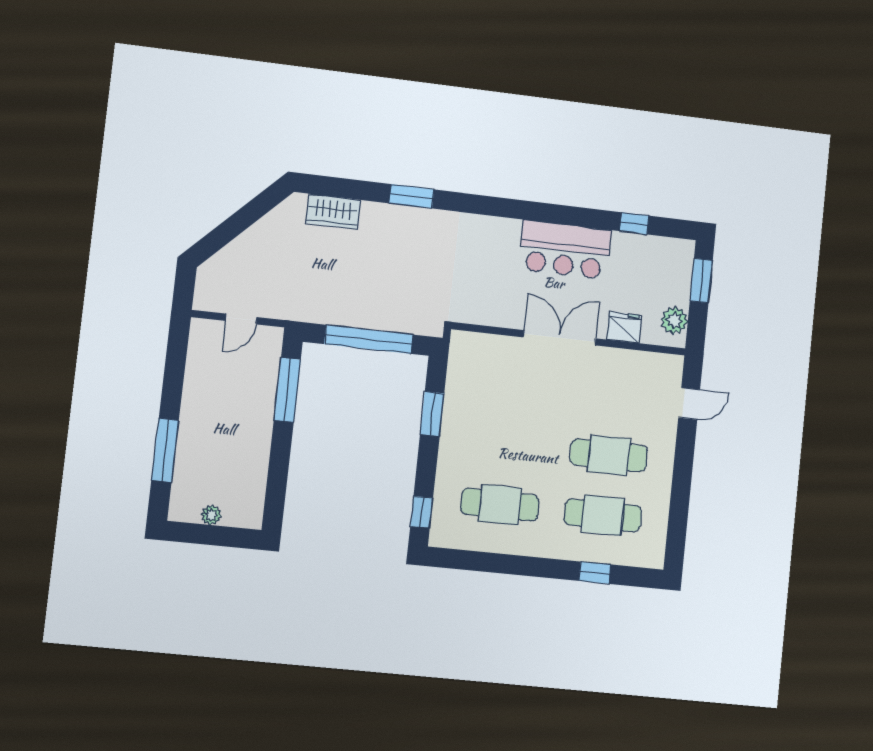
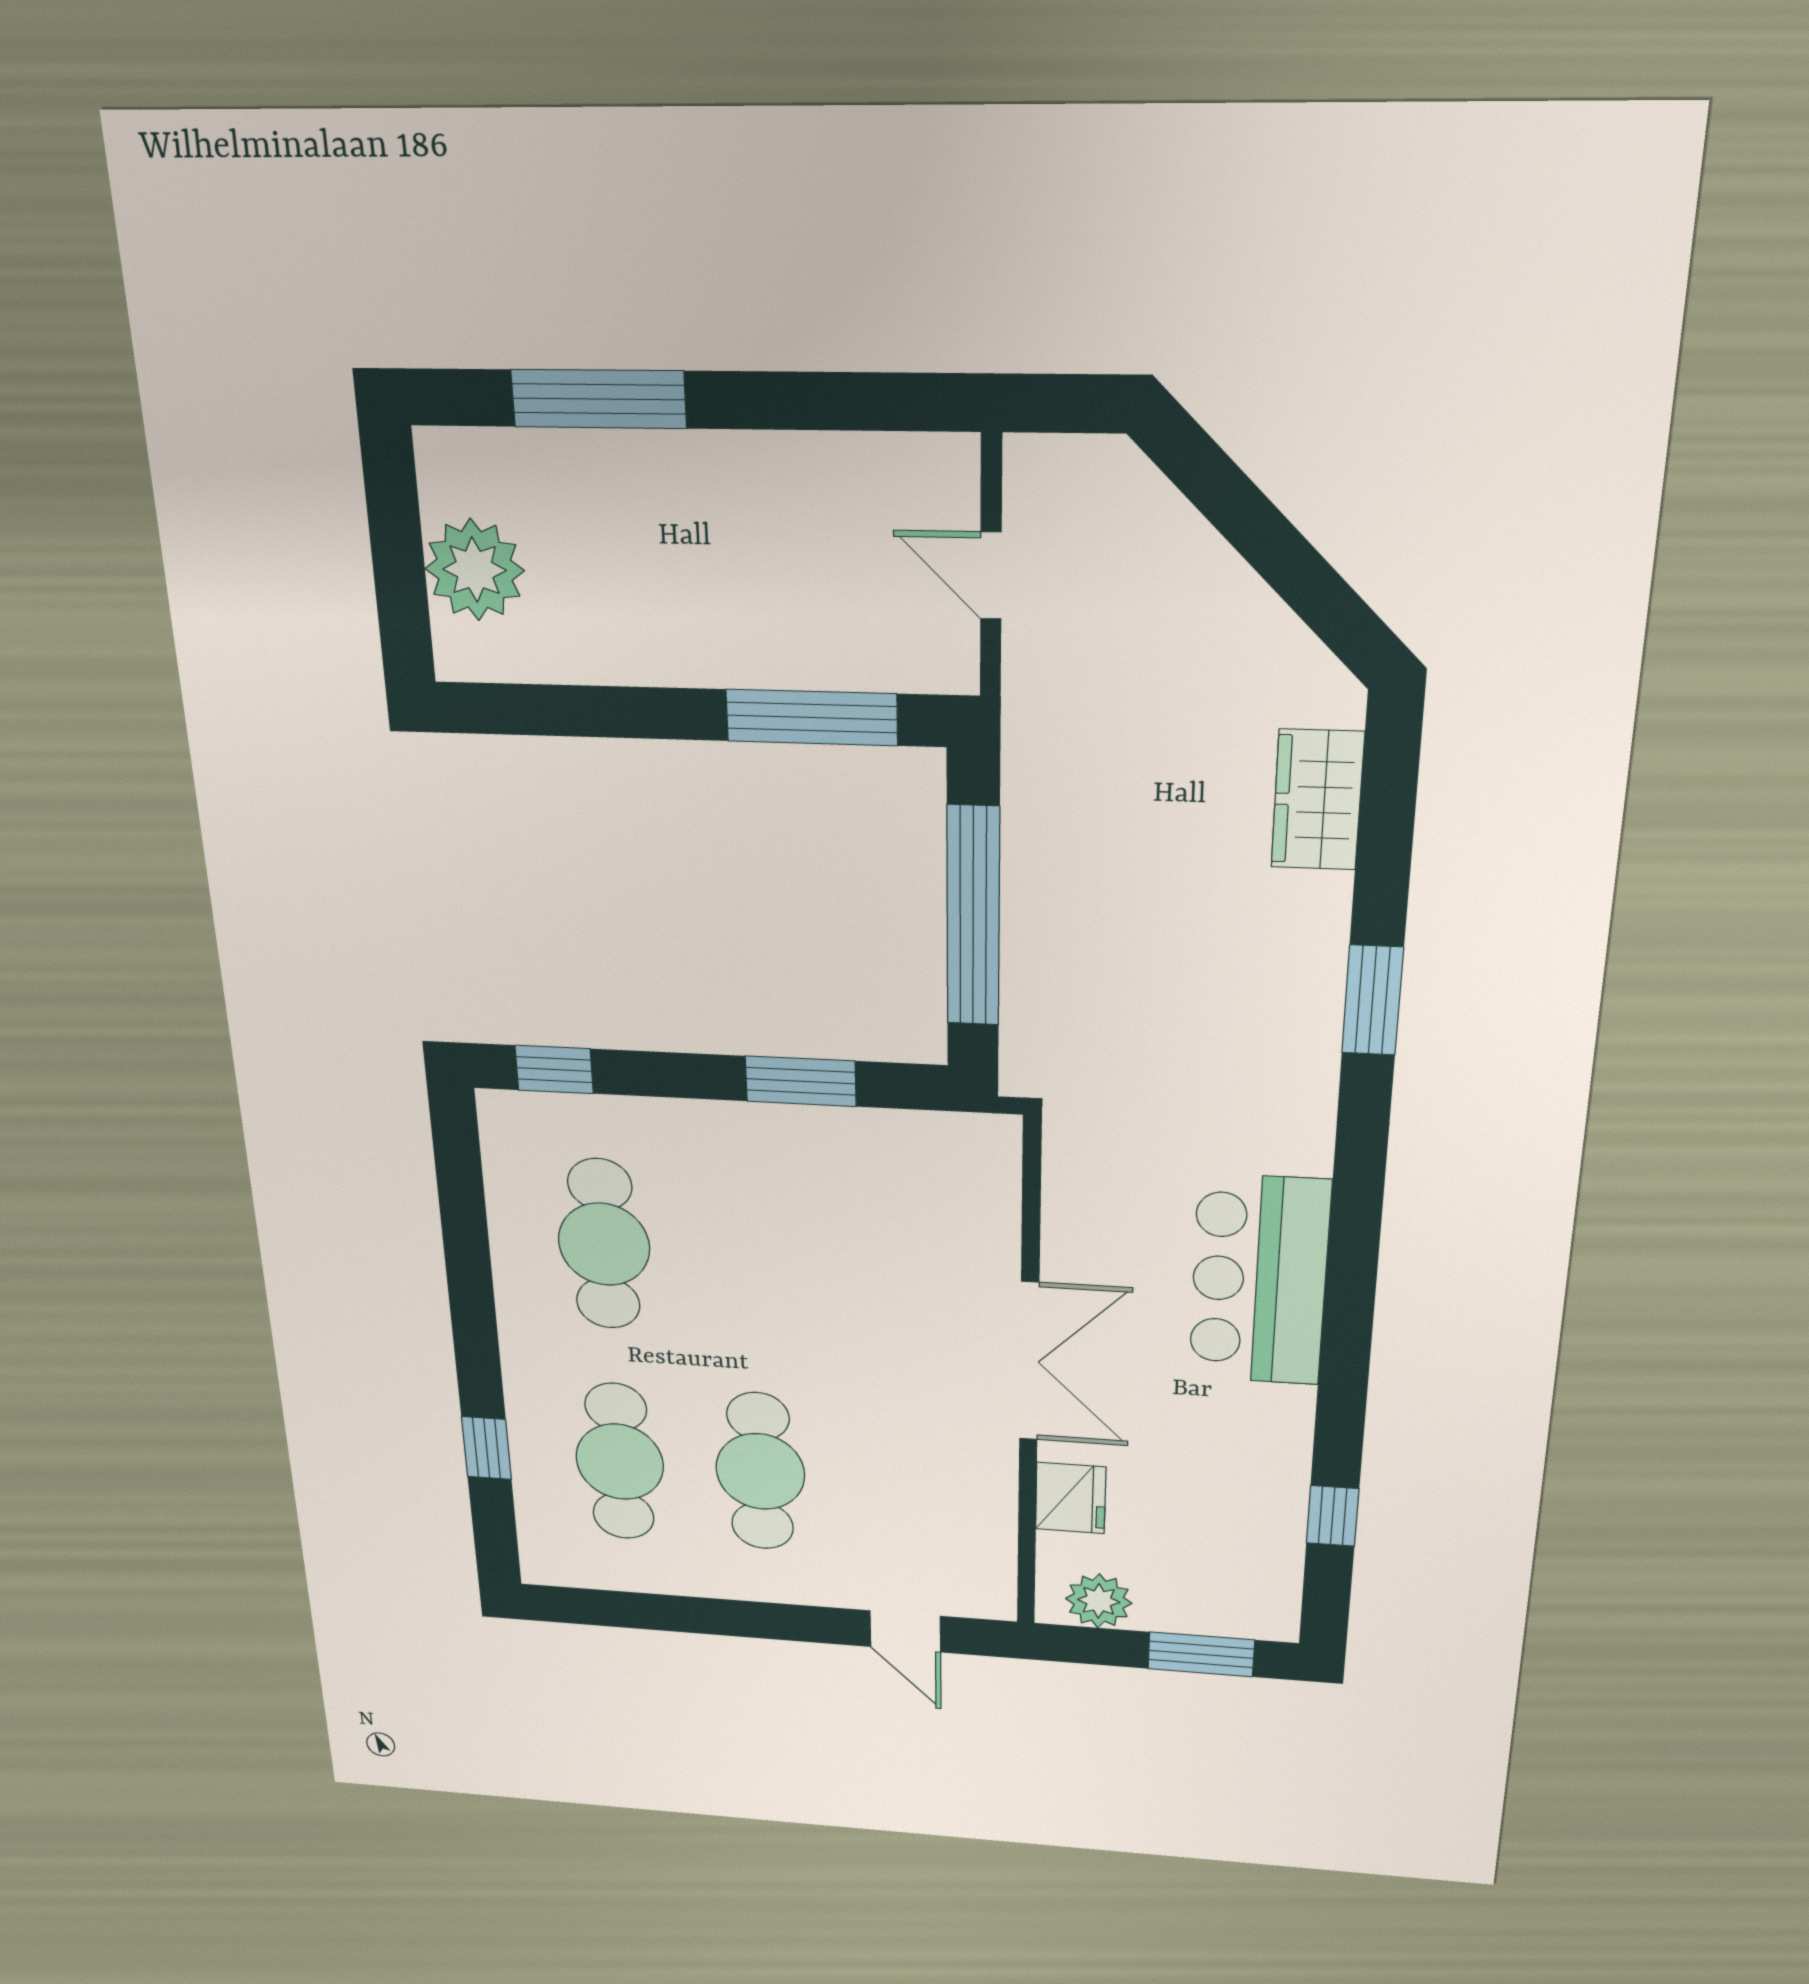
bar counter: (565, 250) -> (1259, 1280), moved
plant: (211, 515) -> (475, 570), width x1.87, depth x1.87

